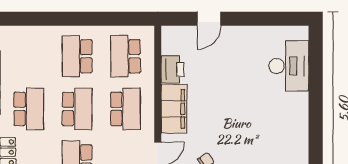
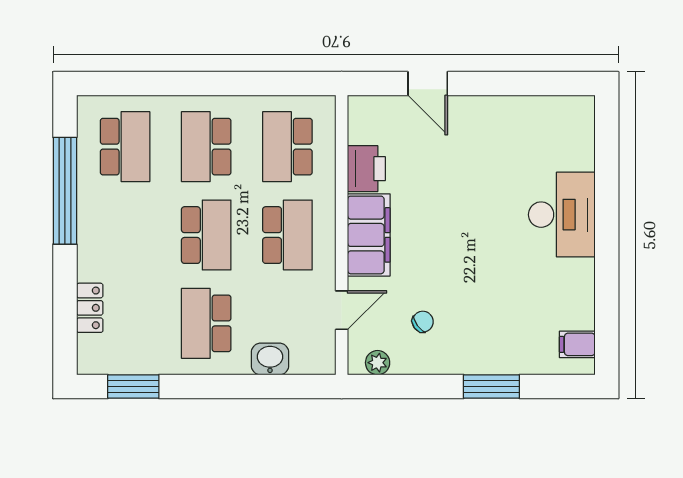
door: (209, 19) -> (428, 84), hinge flipped
desk: (289, 66) -> (562, 215), moved
school desk: (29, 109) -> (125, 147), moved

